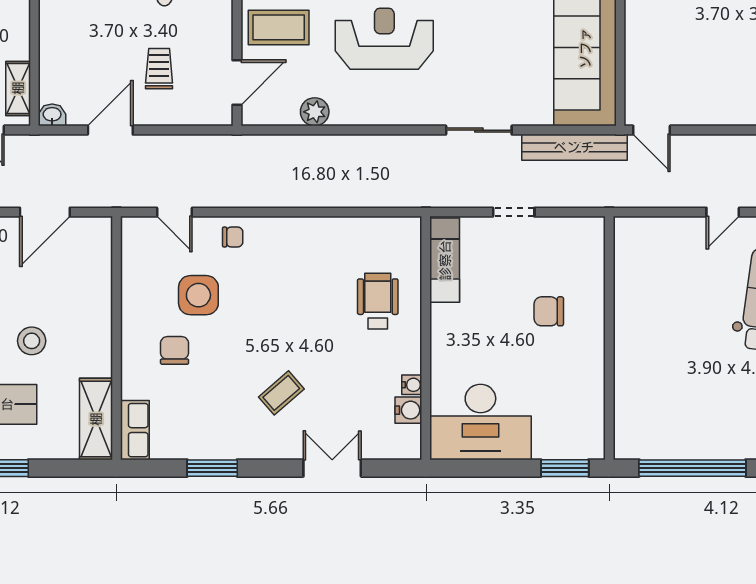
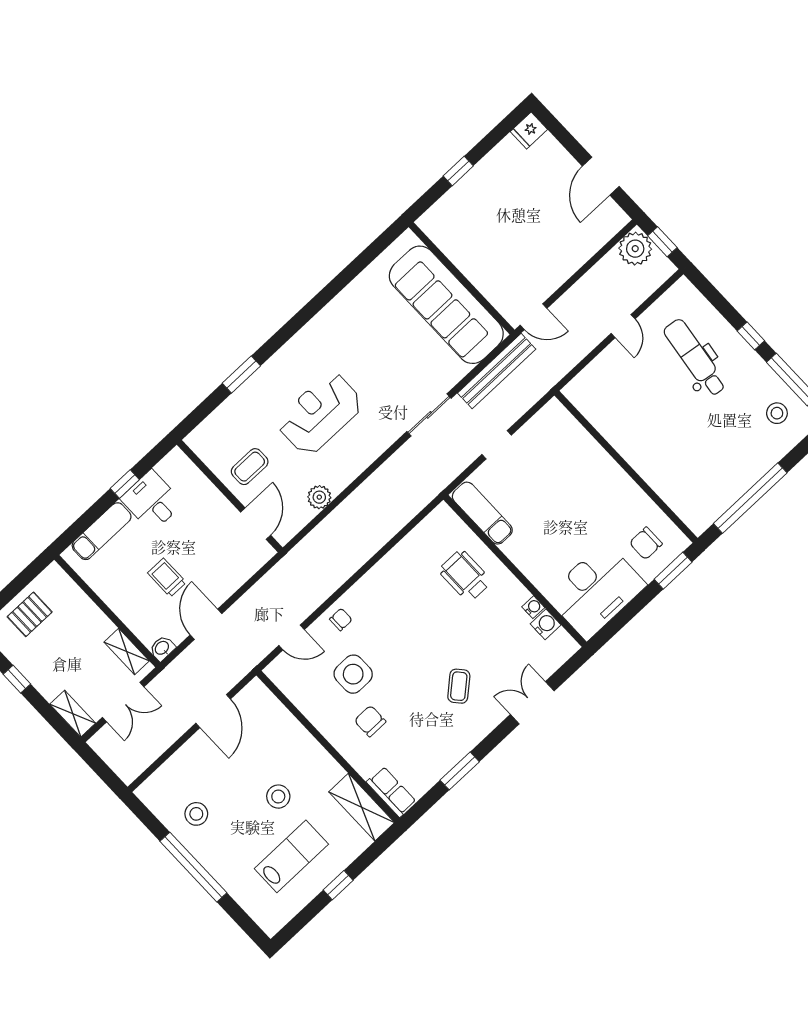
coffee table: (279, 27) -> (250, 467), width x0.73, depth x0.77
trolley: (159, 69) -> (167, 578), moved
chair: (549, 311) -> (646, 543), moved

